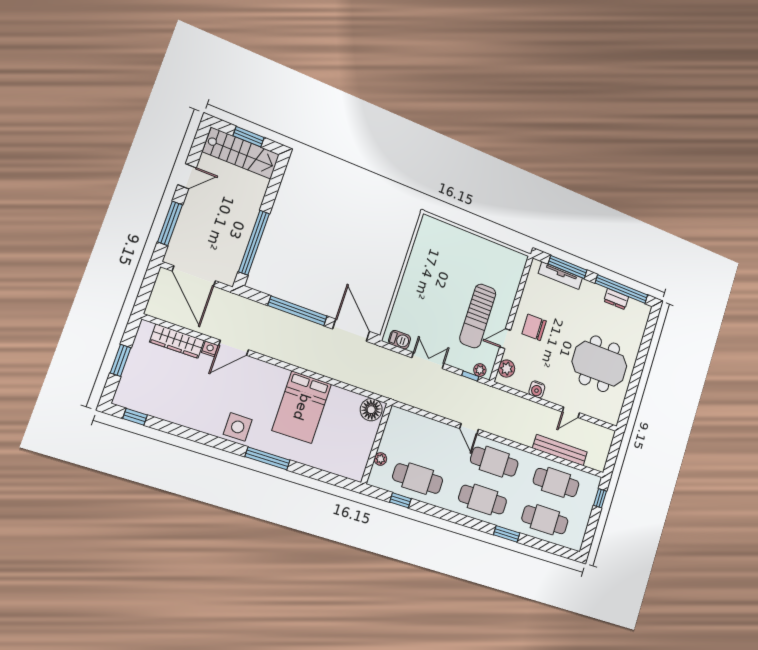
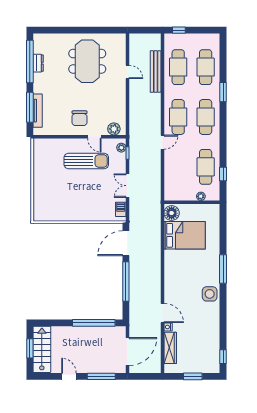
water cooler: (537, 389) -> (120, 102), removed
bed: (302, 407) -> (185, 235), moved

